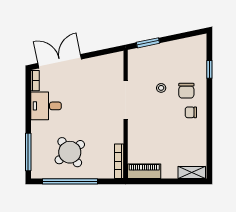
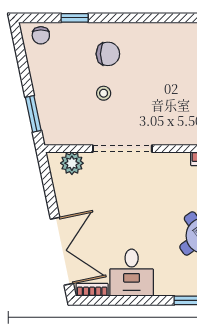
double door: (60, 61) -> (62, 251), swing flipped
plant: (116, 68) -> (72, 163), added
chair: (191, 112) -> (41, 35), moved

